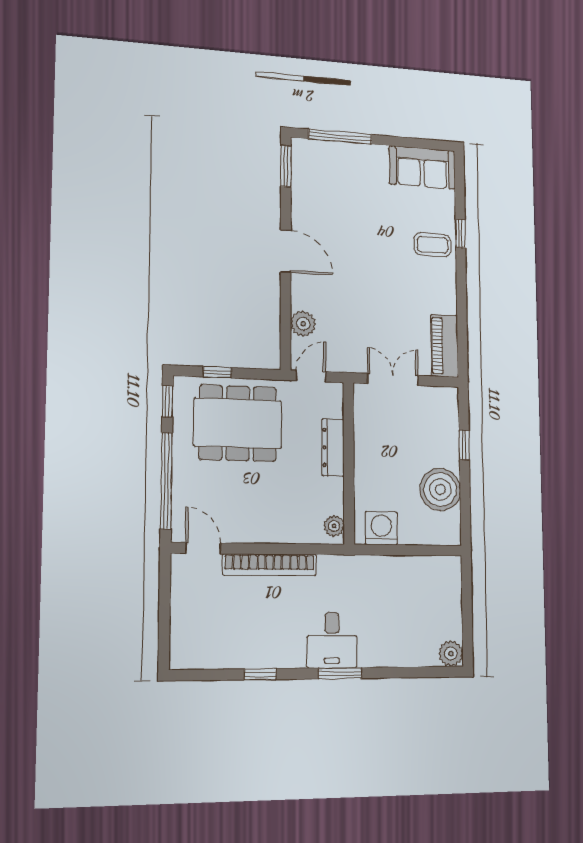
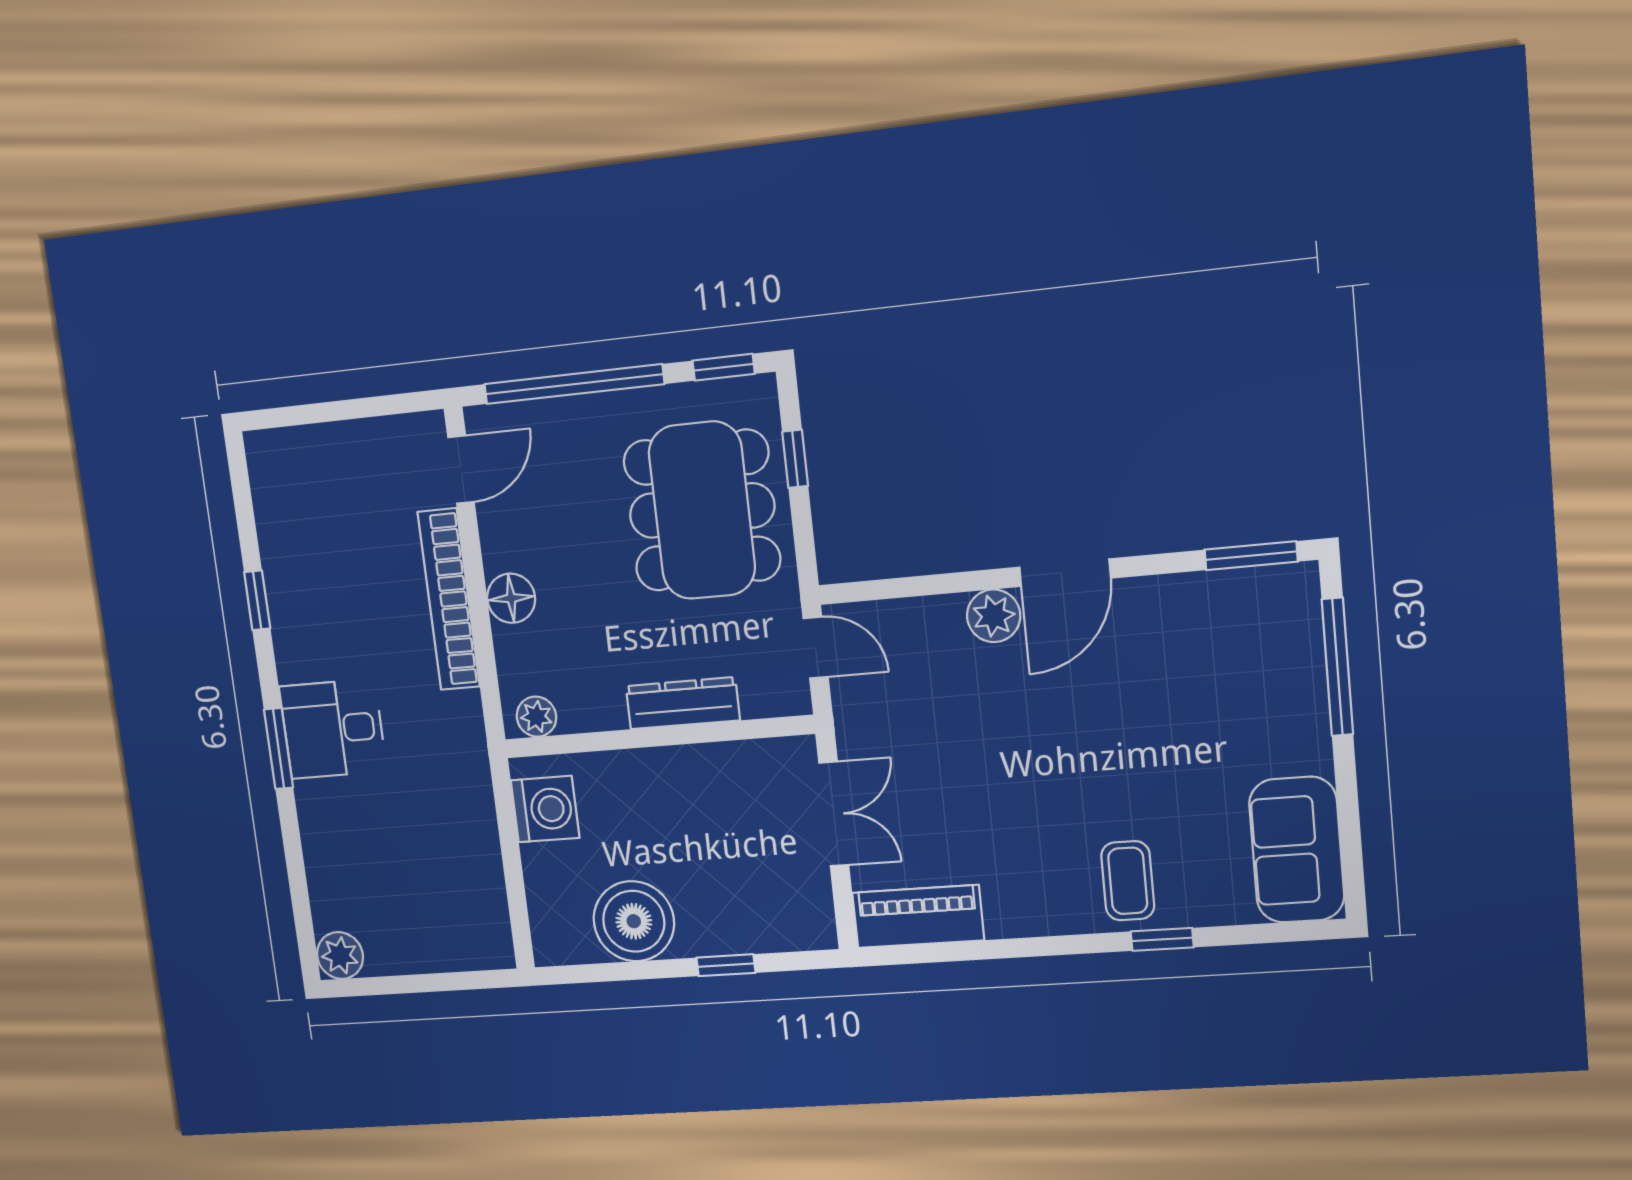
plant: (303, 324) -> (994, 616), moved
floor lamp: (272, 531) -> (511, 598), added

